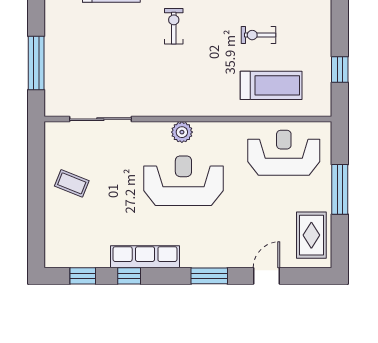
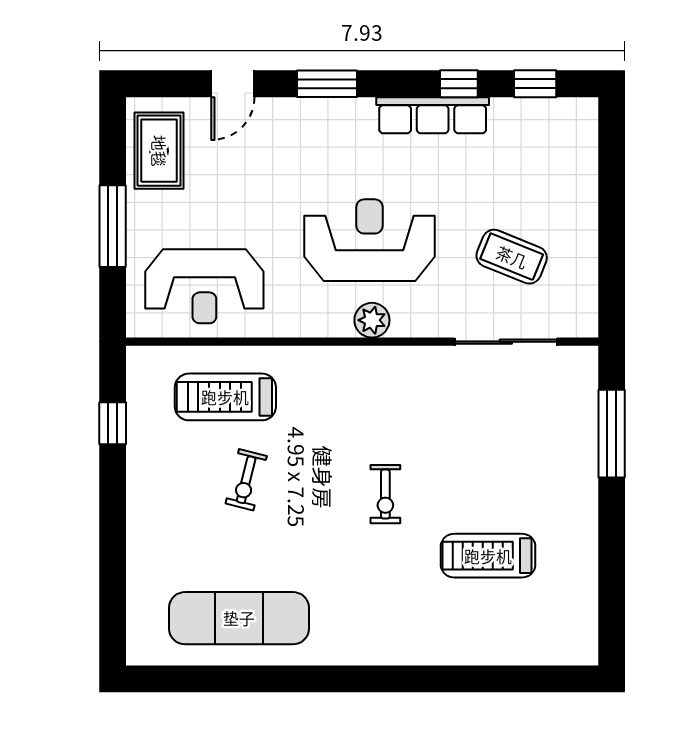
exercise bike: (258, 35) -> (246, 480), turned 104
reception desk: (183, 181) -> (369, 240), turned 180
coffee table: (72, 183) -> (512, 257), moved, width x1.36, depth x1.30

